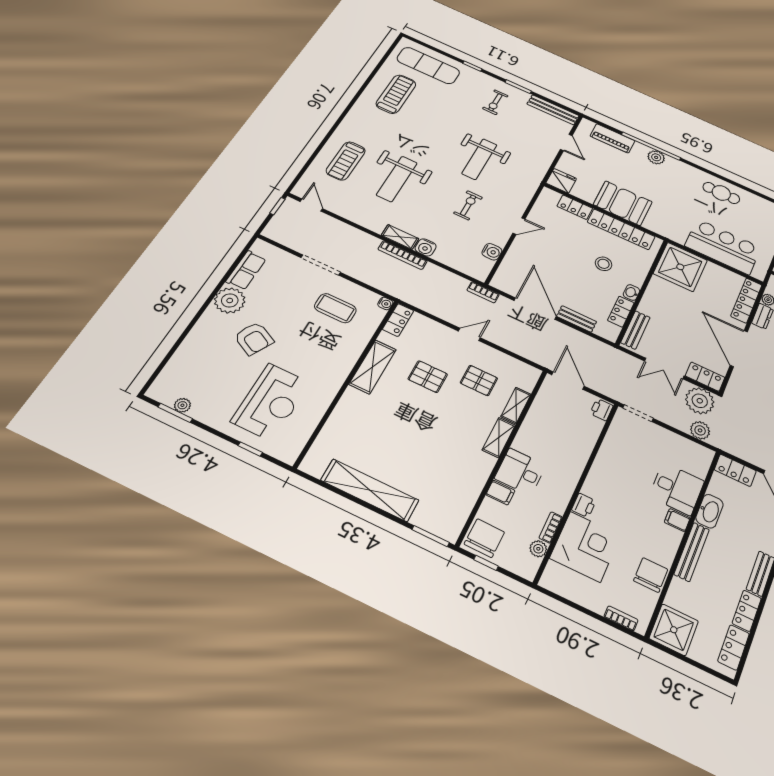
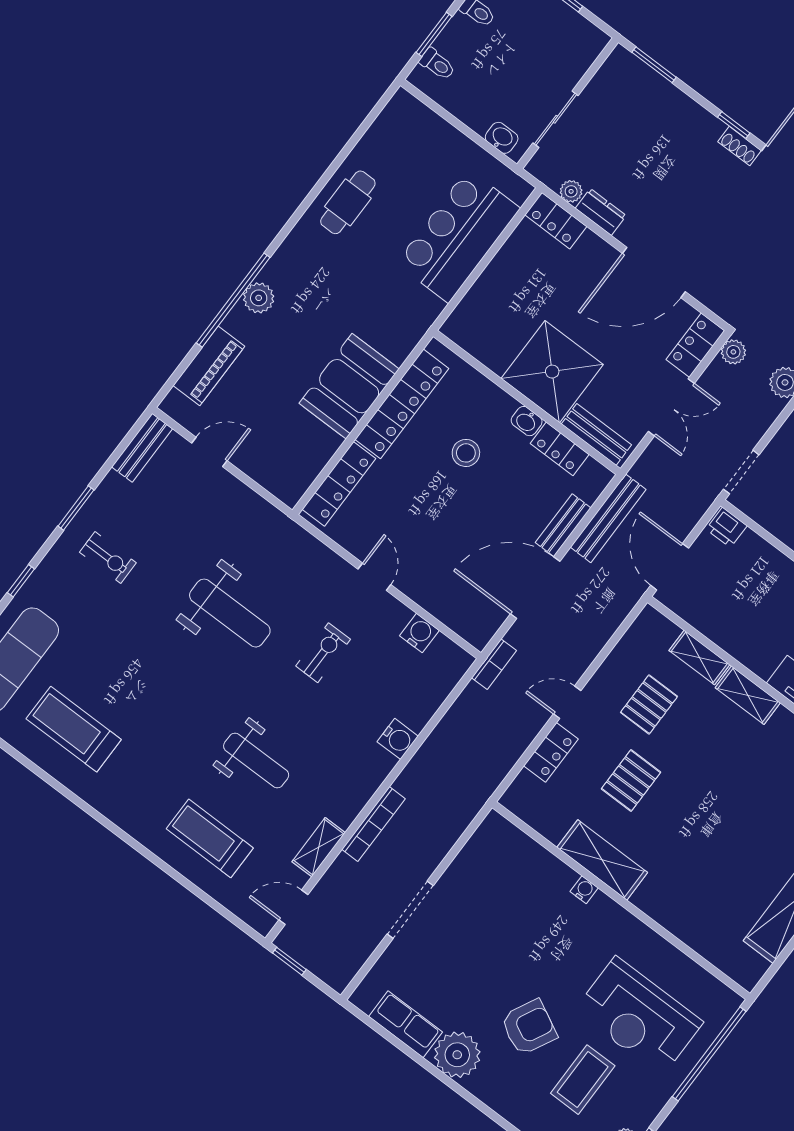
bench: (553, 110) -> (142, 448), width x0.73
treadmill: (346, 161) -> (210, 838), turned 180
weight bench: (397, 179) -> (256, 760), width x0.73, depth x0.75
fridge: (561, 181) -> (291, 482), removed
exercise bike: (468, 205) -> (323, 653), turned 90
locker: (575, 207) -> (339, 484), width x1.53
shelving: (400, 237) -> (319, 847), moved
bookcase: (403, 255) -> (373, 824), moved
shower: (680, 267) -> (552, 372), moved
locker: (746, 301) -> (556, 221), width x0.66
water cooler: (385, 303) -> (584, 890), moved
coffee table: (335, 308) -> (583, 1080), moved
locker: (398, 320) -> (551, 752), moved, turned 90
door: (469, 334) -> (567, 702), hinge flipped
bench: (588, 343) -> (608, 518), added
door: (568, 381) -> (670, 567), hinge flipped
plant: (700, 401) -> (733, 352), width x0.53, depth x0.53
reception desk: (271, 402) -> (639, 1016), turned 180
window: (250, 449) -> (709, 1054), width x3.17

